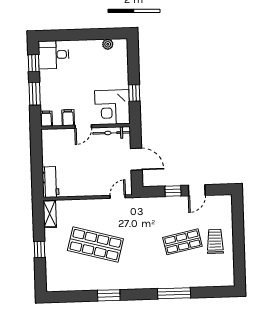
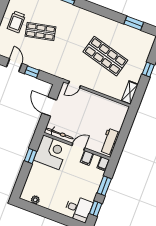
workbench: (51, 182) -> (110, 142), moved
door: (197, 190) -> (14, 65), hinge flipped
window: (109, 295) -> (134, 23), moved

